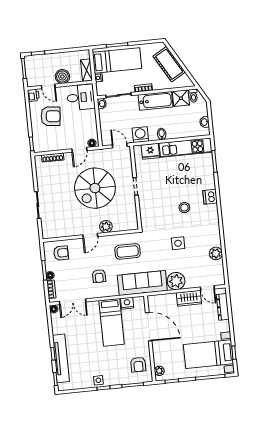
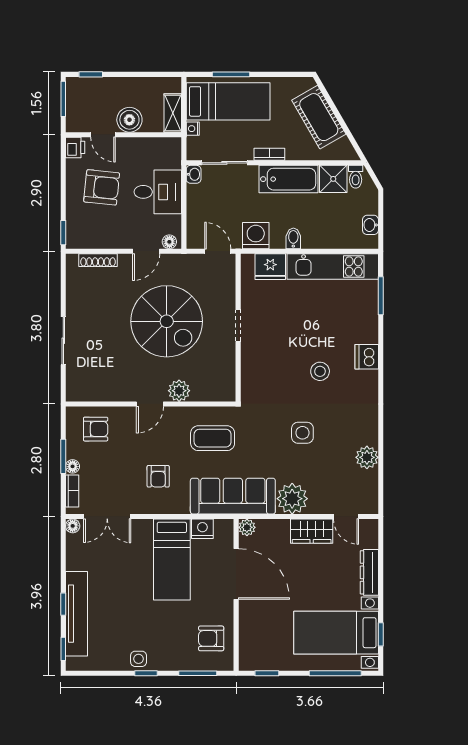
desk: (81, 97) -> (158, 192), moved
spiral stairs: (95, 188) -> (167, 321), turned -90
dresser: (223, 307) -> (369, 572), moved
armchair: (138, 365) -> (211, 638), turned 90
plant: (159, 371) -> (247, 527), moved

